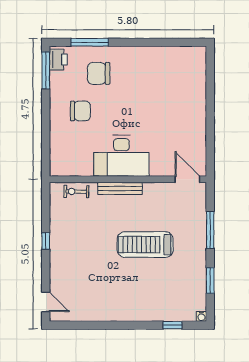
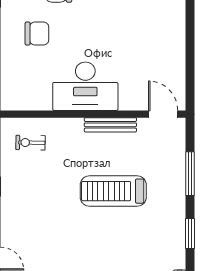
bench: (120, 188) -> (110, 125), moved
exercise bike: (76, 192) -> (30, 143), moved

